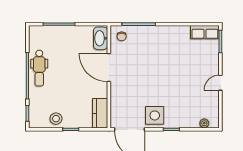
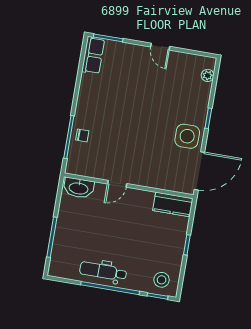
chair: (122, 36) -> (82, 135), moved
dental chair: (39, 68) -> (103, 271), turned 180
door: (109, 68) -> (117, 184), width x0.53
stool: (56, 119) -> (162, 280), moved

